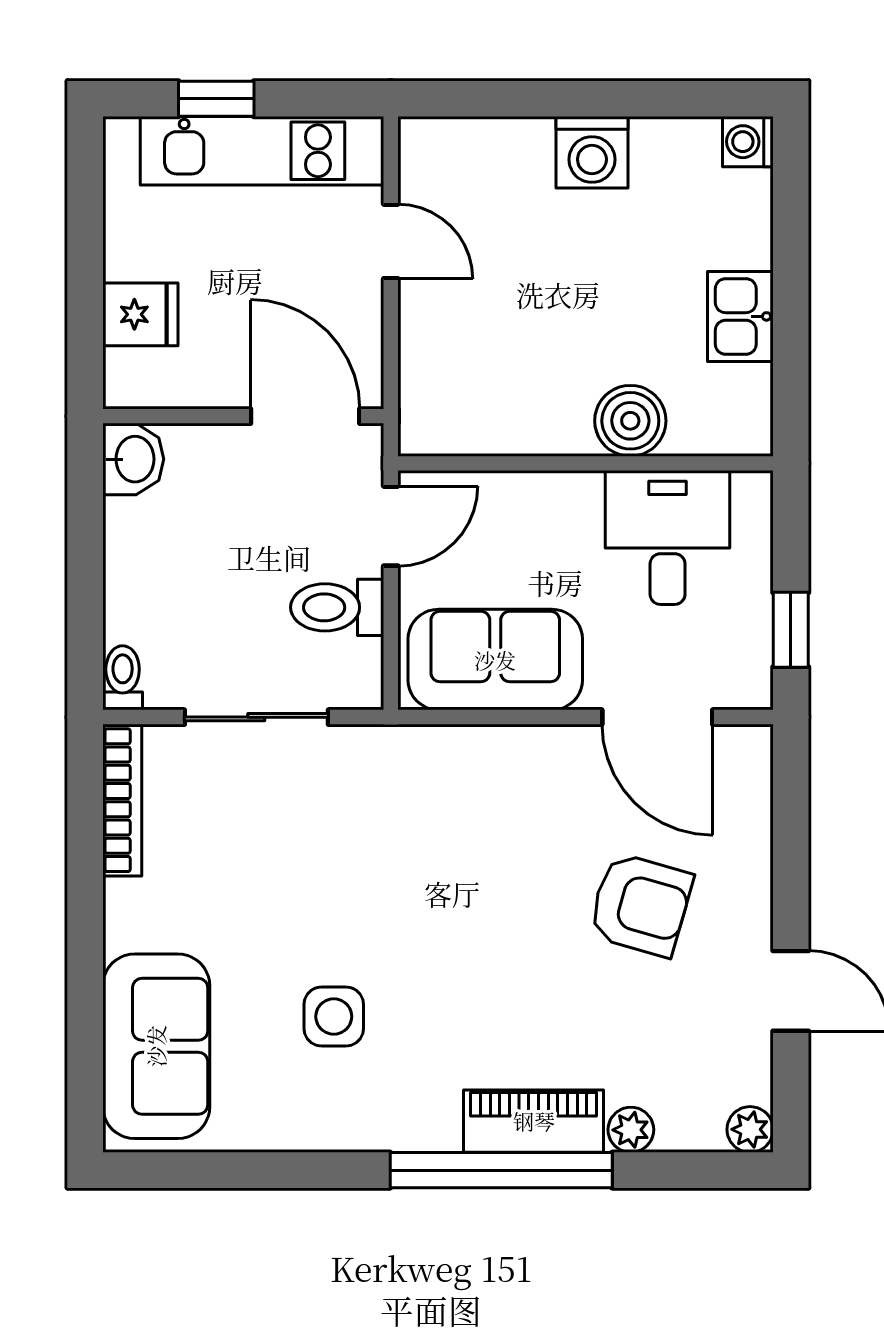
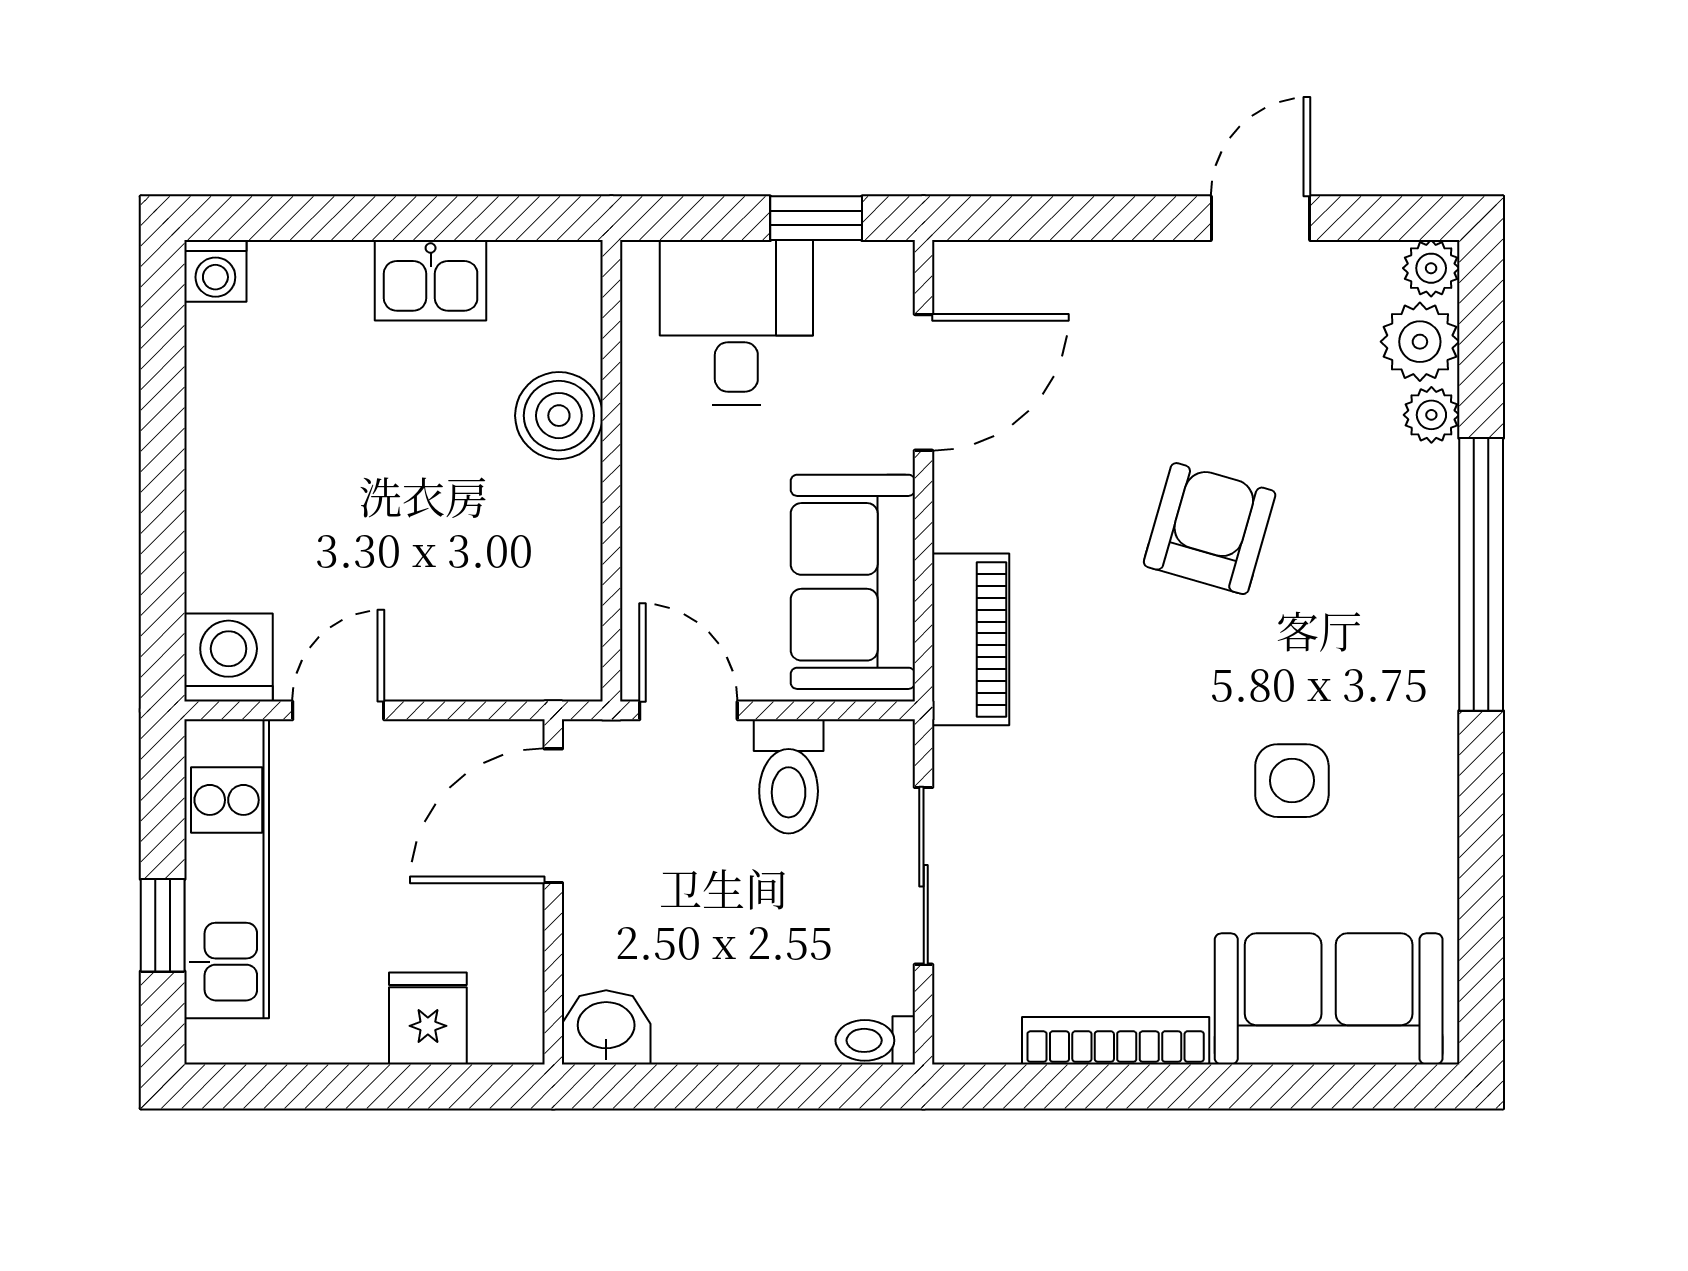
washing machine: (592, 152) -> (229, 658), moved, turned -90
desk: (668, 537) -> (736, 322), moved, turned 90
bookcase: (122, 800) -> (1116, 1041), moved
armchair: (641, 905) -> (1210, 529), moved
plant: (690, 1120) -> (1420, 342), added
piano: (534, 1121) -> (971, 639), moved, turned 180

